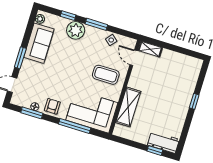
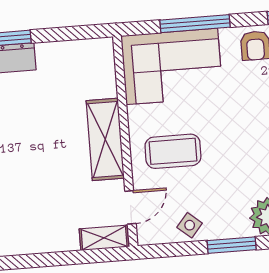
door: (134, 58) -> (130, 207), hinge flipped
shelving: (128, 107) -> (105, 139), moved

